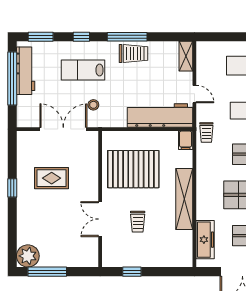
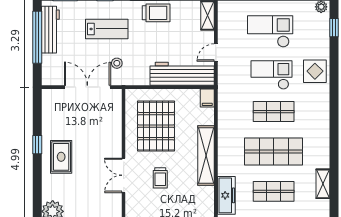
lab bench: (83, 70) -> (107, 29), turned 180
door: (194, 94) -> (216, 53), swing flipped
trolley: (206, 133) -> (228, 90), removed
pallet: (133, 169) -> (156, 126), turned 90
rug: (52, 178) -> (61, 157), moved, turned 90

